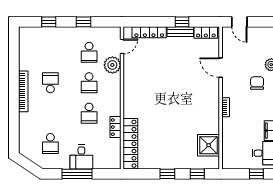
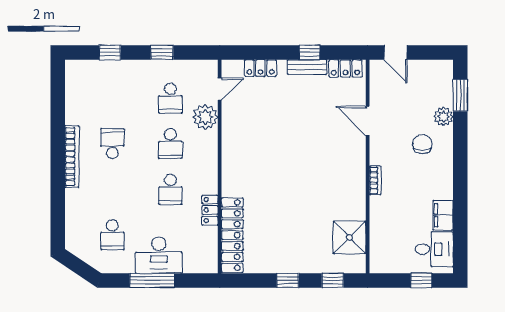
locker: (149, 32) -> (260, 68), width x0.66
desk: (81, 157) -> (159, 255), width x1.37

